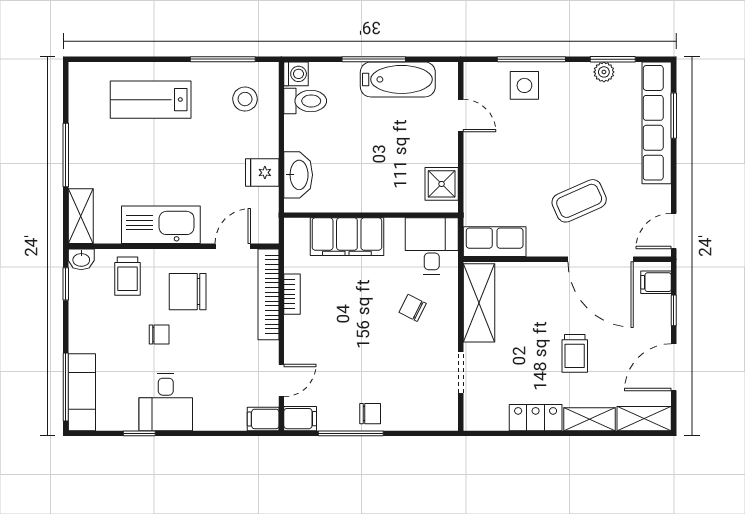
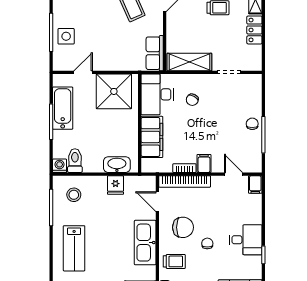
shower: (442, 184) -> (114, 91), width x1.86, depth x1.86
desk: (432, 246) -> (157, 94), width x1.37
chair: (188, 292) -> (183, 227), turned -90
filing cabinet: (300, 419) -> (204, 163), moved

